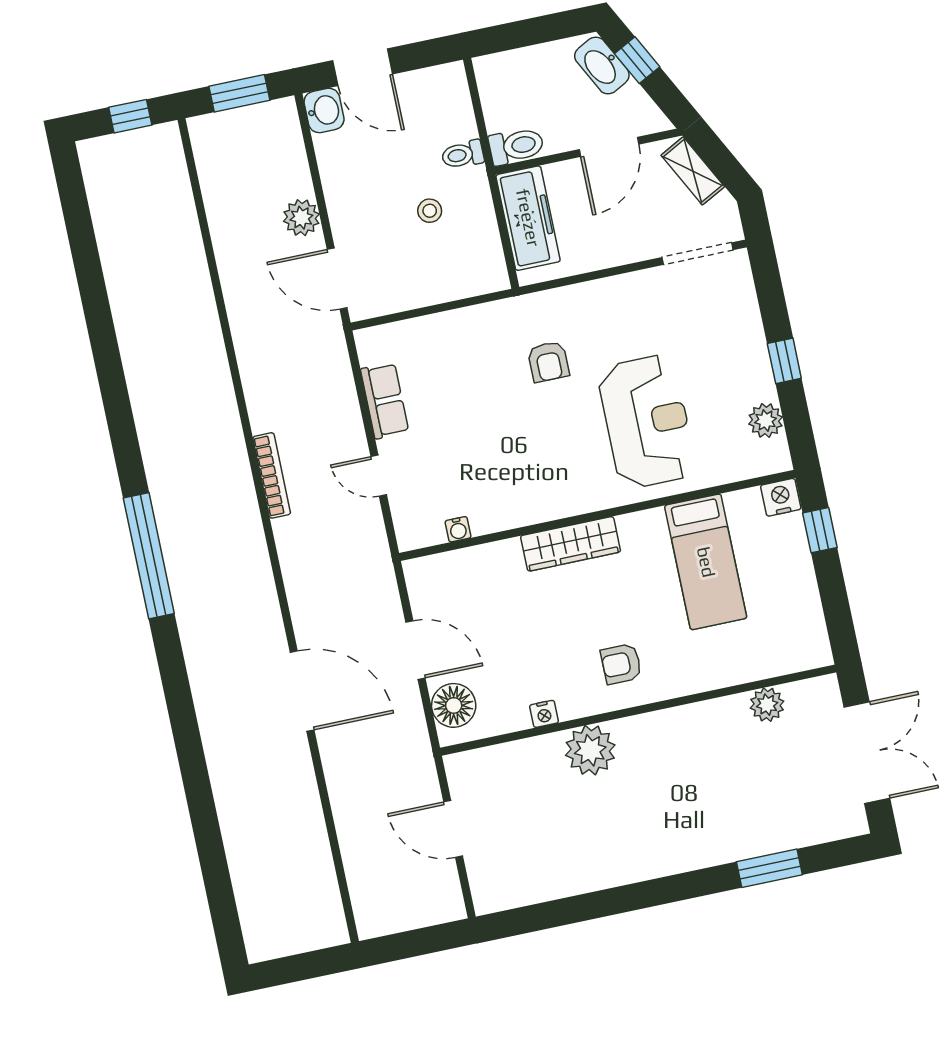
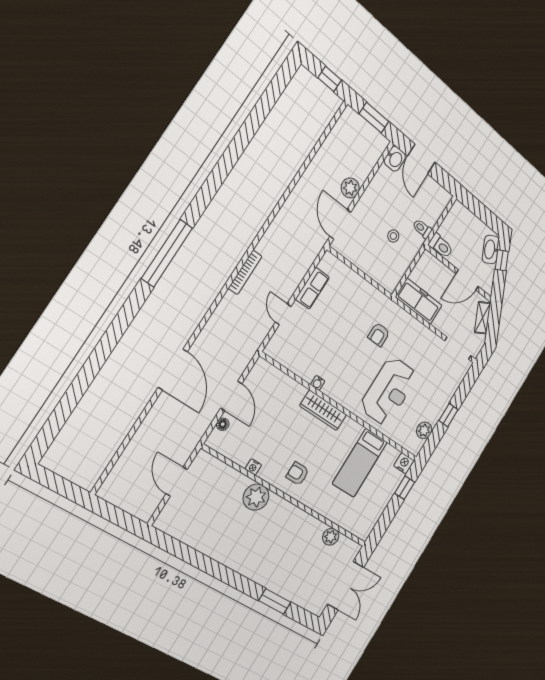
freezer: (528, 218) -> (419, 301), moved, turned -90
water cooler: (458, 529) -> (318, 383), moved
floor lamp: (454, 705) -> (223, 424), width x0.53, depth x0.53

